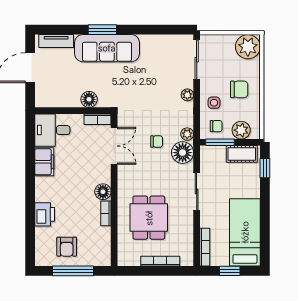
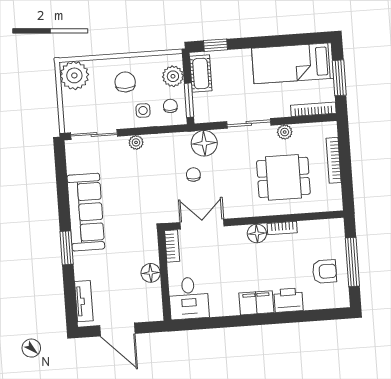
sofa: (107, 48) -> (86, 212), moved
floor lamp: (89, 99) -> (151, 273), moved
plant: (187, 134) -> (285, 132), moved
filing cabinet: (44, 162) -> (256, 303), moved
window: (230, 271) -> (339, 78), width x1.50

